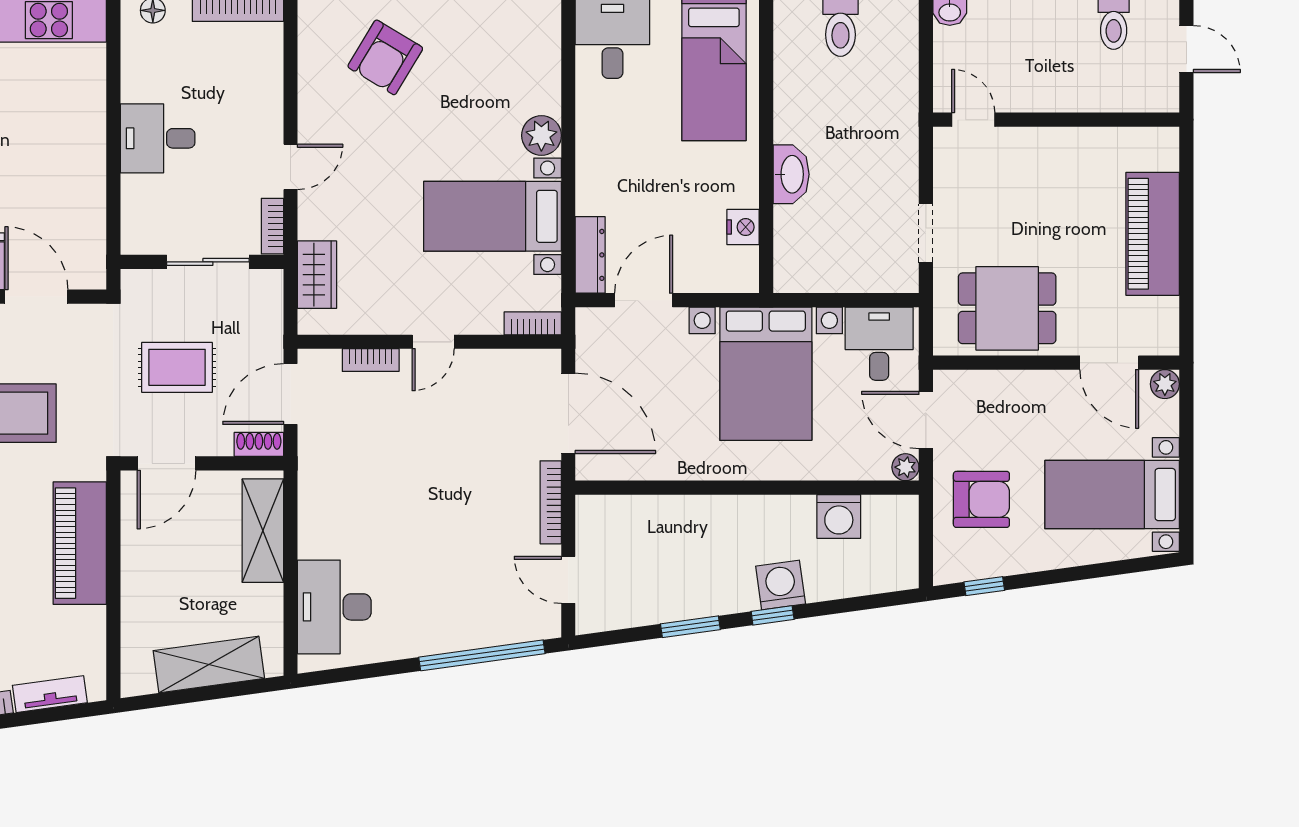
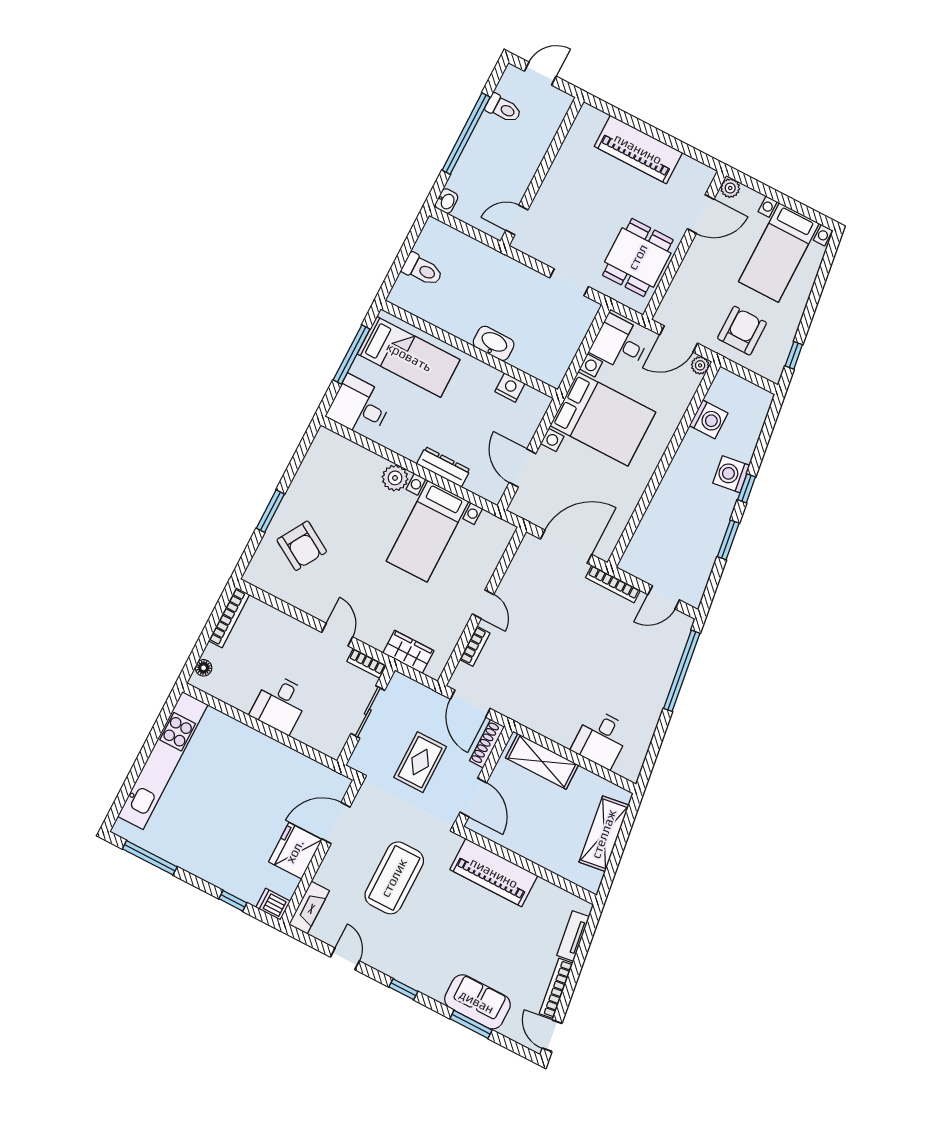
dresser: (590, 255) -> (443, 467), moved
bookcase: (533, 323) -> (503, 540), removed
shoe rack: (259, 444) -> (487, 744), width x1.43
desk: (334, 607) -> (601, 739), width x0.73

